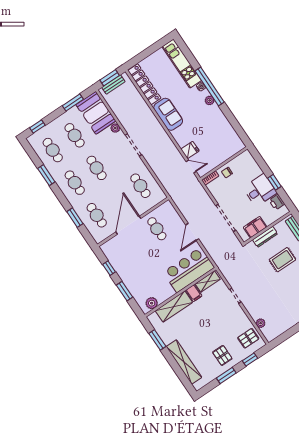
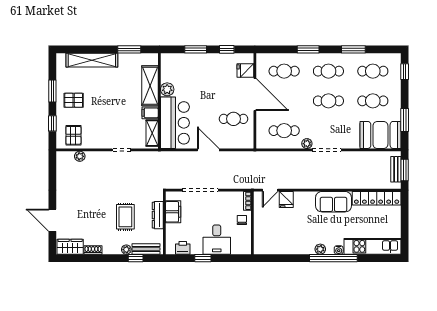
plant: (115, 128) -> (307, 144), moved
desk: (260, 190) -> (217, 240), moved
window: (75, 218) -> (308, 49), moved
fridge: (115, 244) -> (245, 70), added
plant: (152, 303) -> (167, 89), moved

